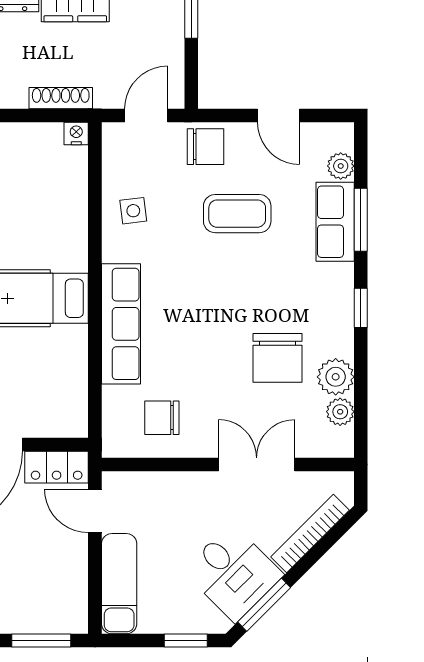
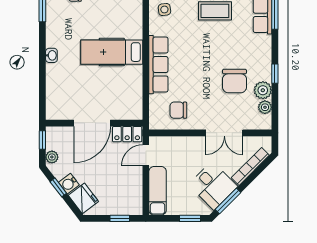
window: (361, 308) -> (275, 74), moved
double door: (257, 464) -> (224, 133), swing flipped
door: (95, 511) -> (146, 155), hinge flipped
window: (41, 641) -> (120, 218), width x0.67

